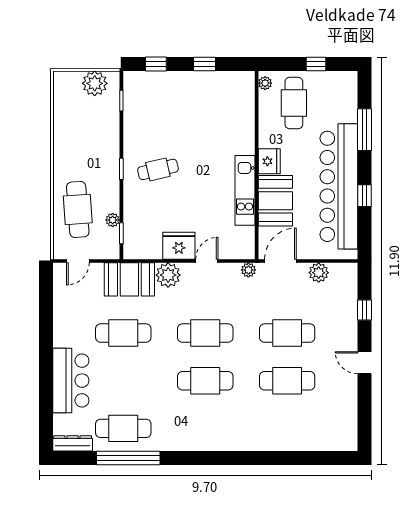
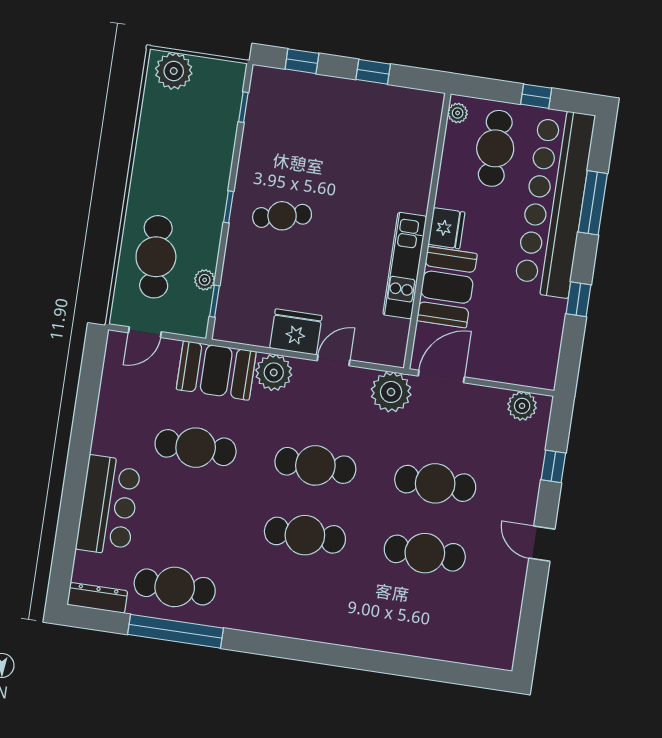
plant: (95, 83) -> (174, 71), moved
bar counter: (339, 186) -> (554, 203), moved
plant: (248, 270) -> (391, 392), width x1.87, depth x1.87
plant: (319, 273) -> (522, 406), moved

